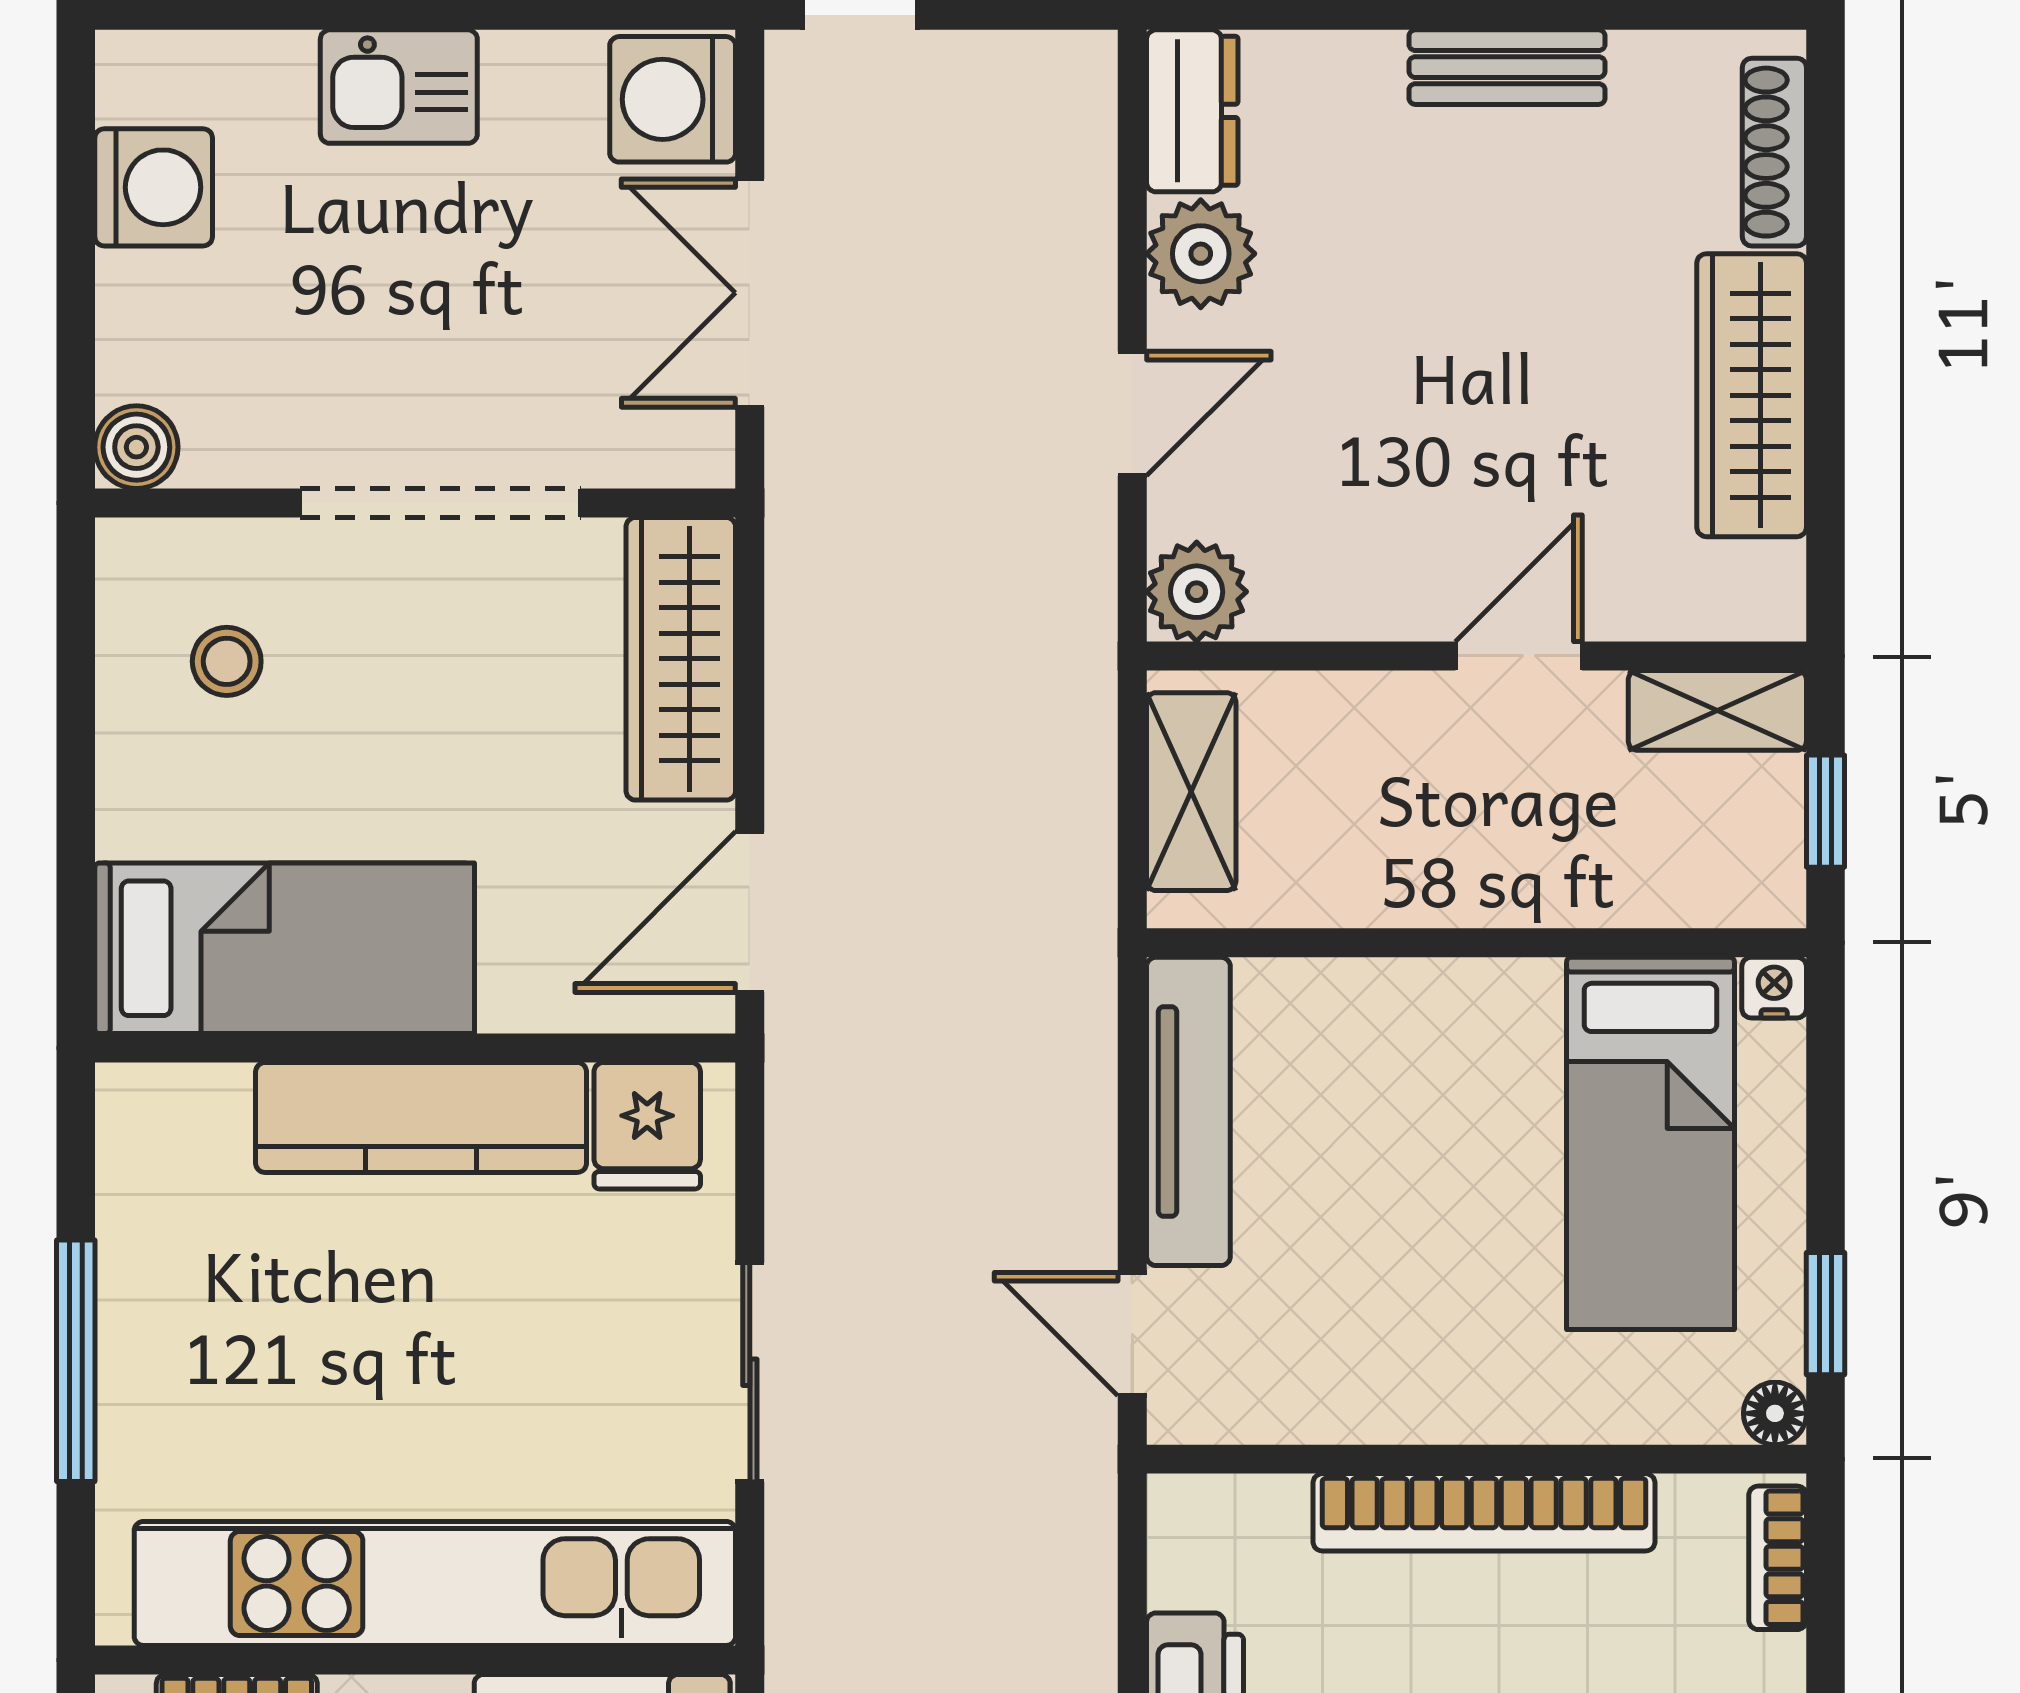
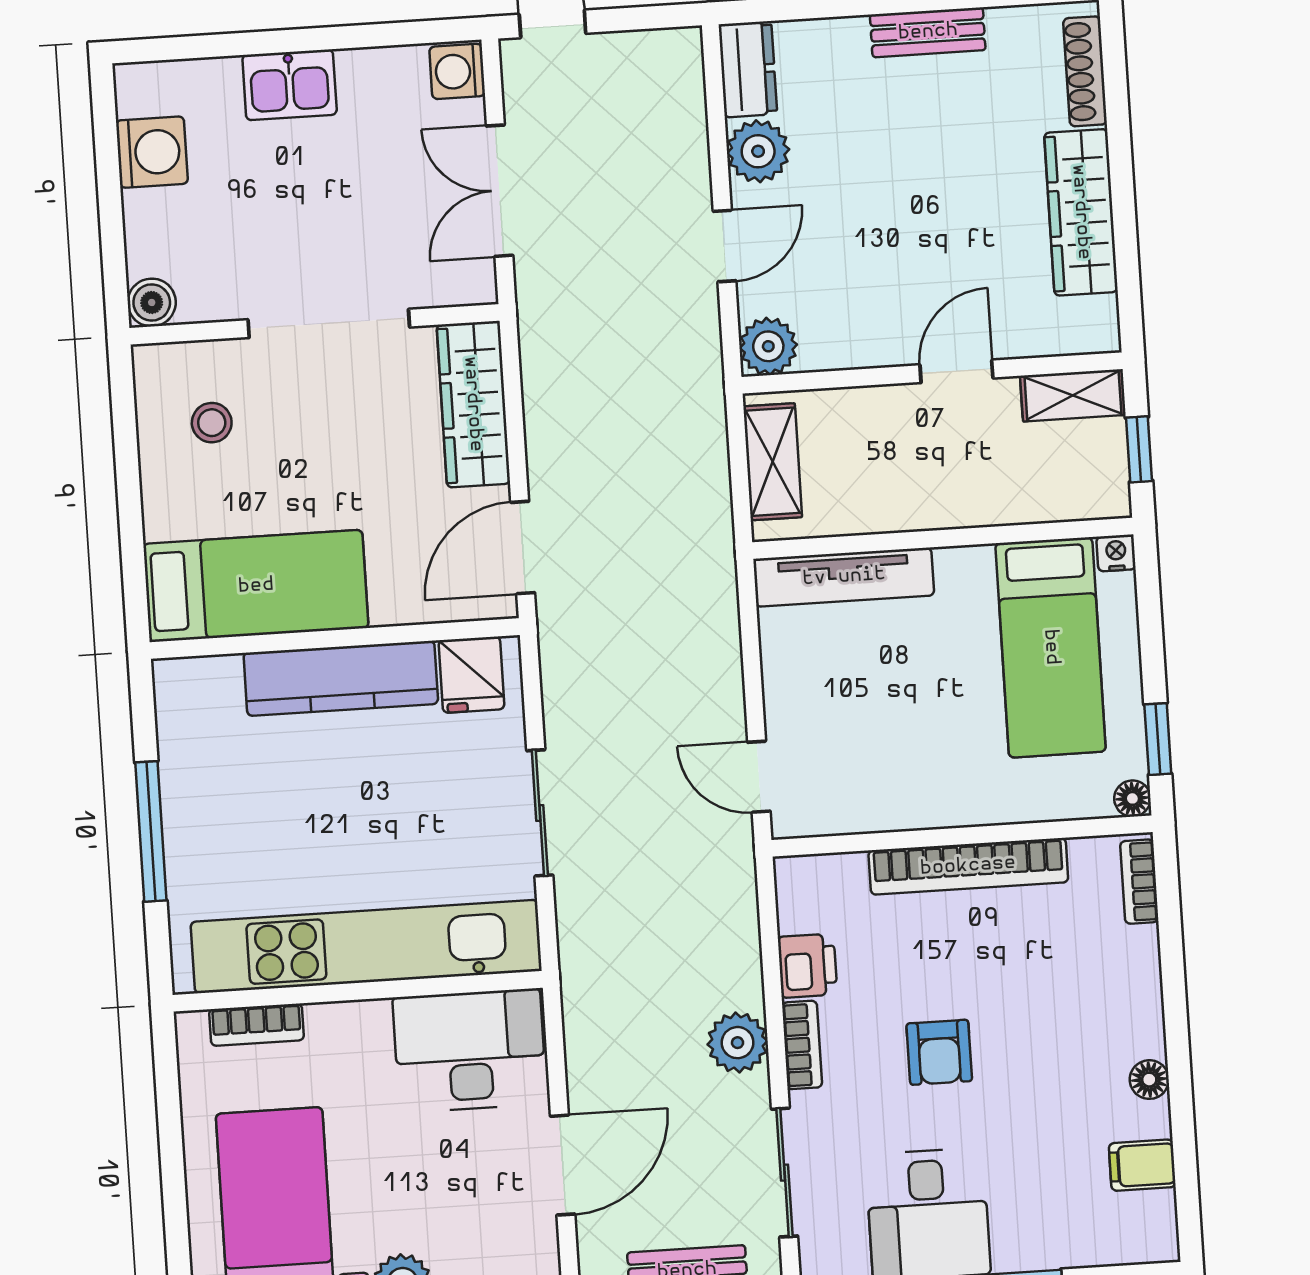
washing machine: (673, 99) -> (457, 71), width x0.73, depth x0.73
tv unit: (1188, 1111) -> (844, 577), moved, turned 90

